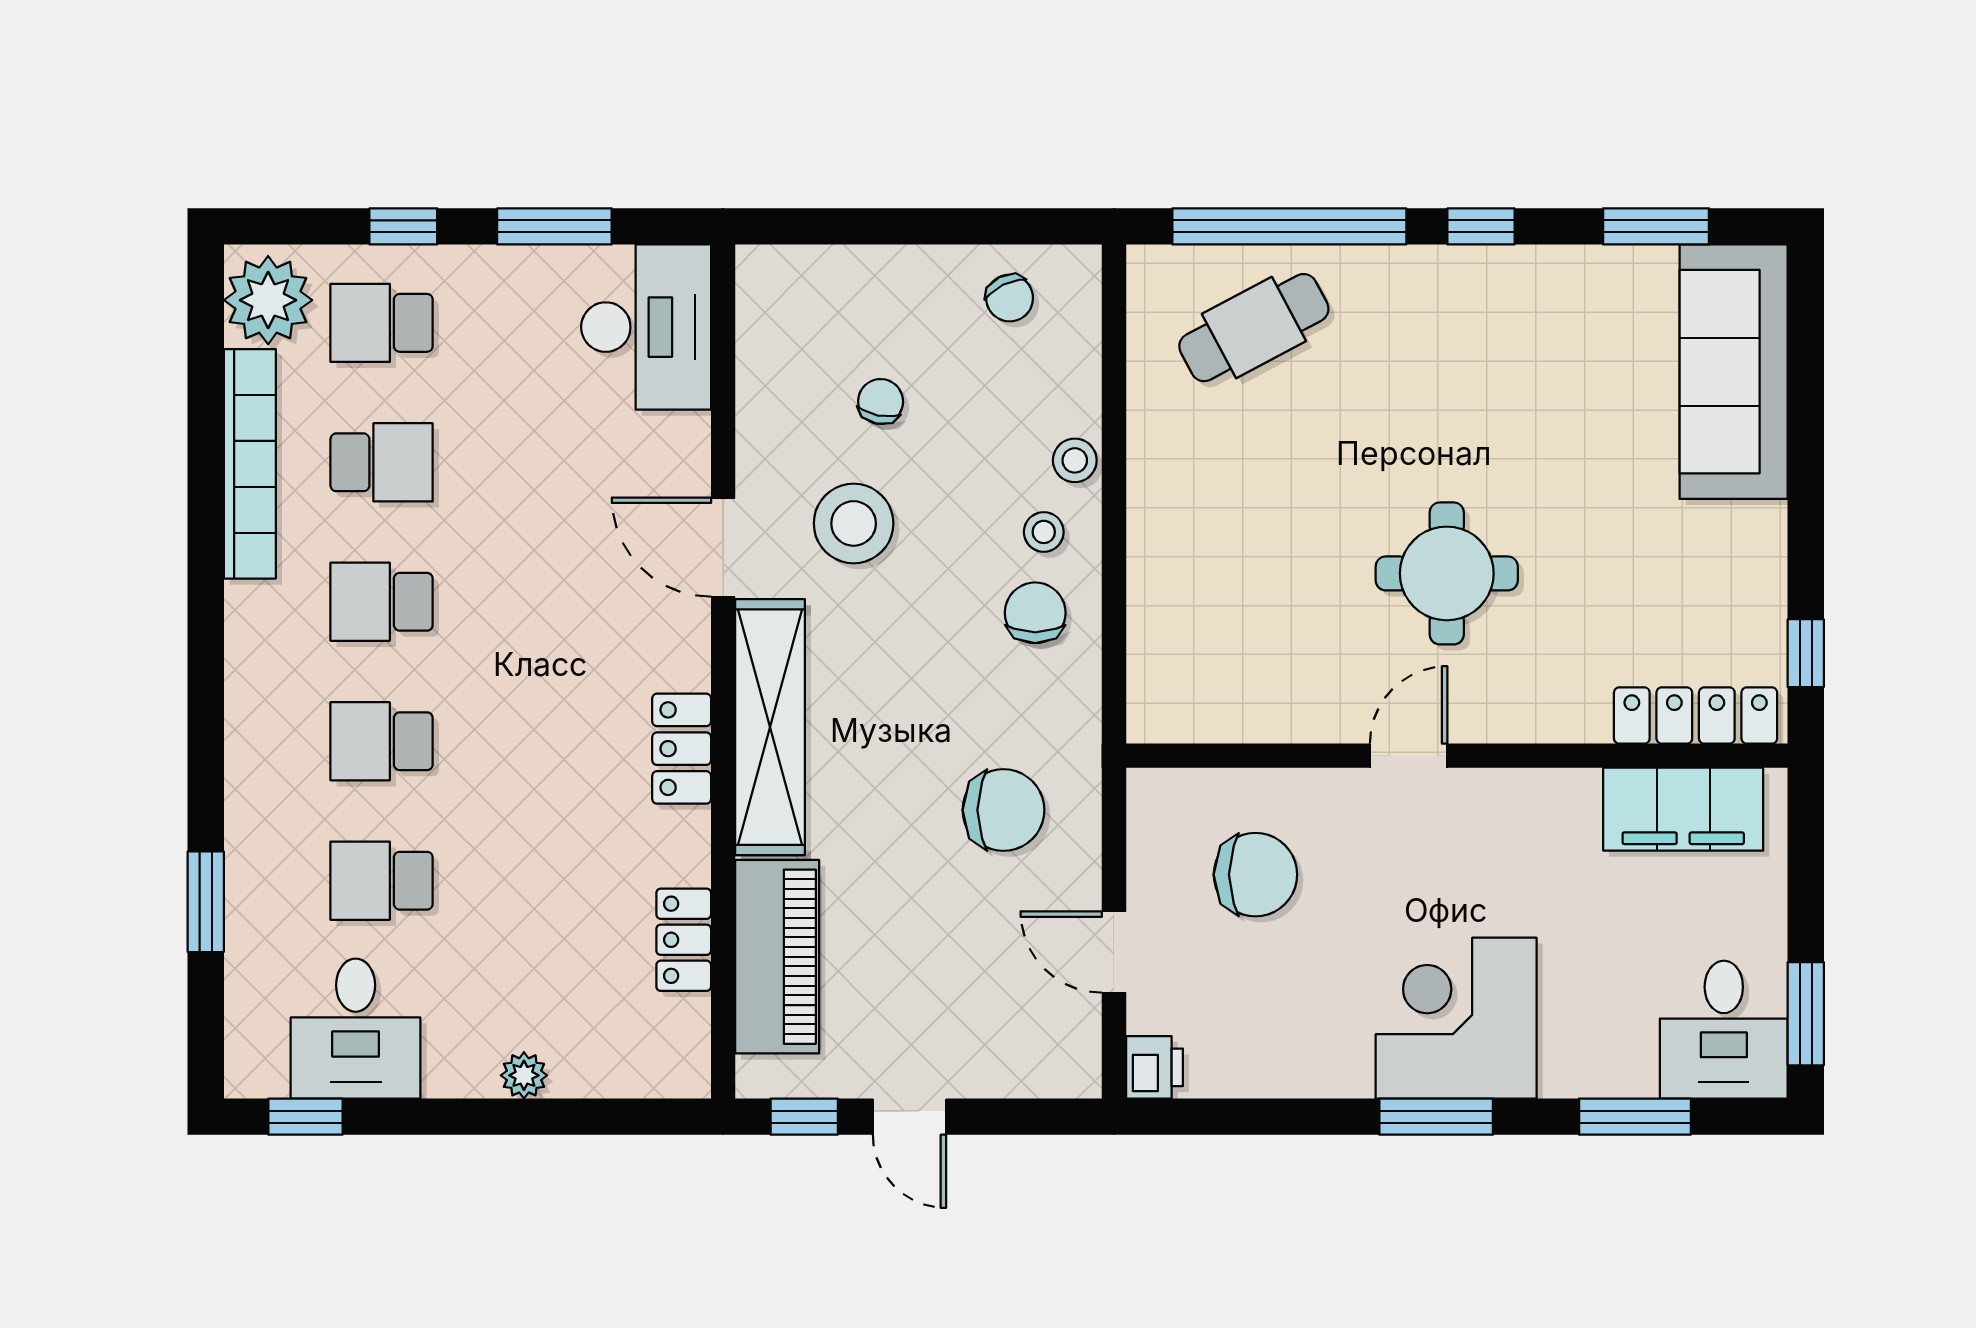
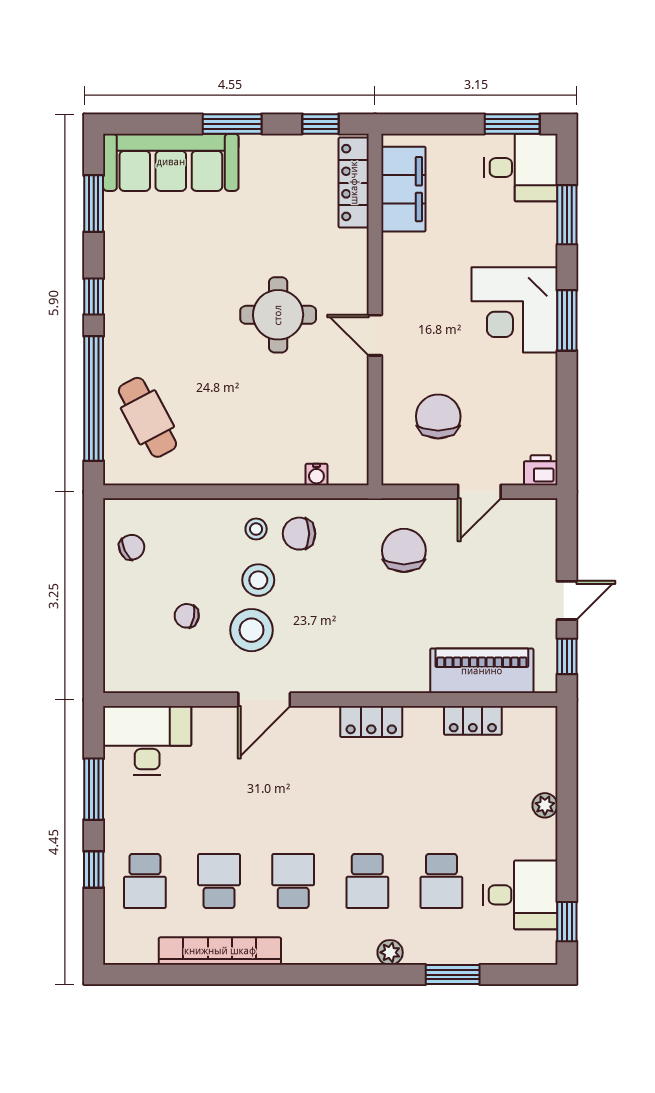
plant: (268, 300) -> (390, 952), moved, width x0.53, depth x0.53
stool: (1075, 460) -> (258, 580), moved, width x1.37, depth x1.37
window: (1806, 487) -> (232, 124), added
school desk: (382, 602) -> (293, 881), turned 180
water cooler: (1146, 646) -> (316, 474), added
shelving: (770, 727) -> (360, 675), removed

